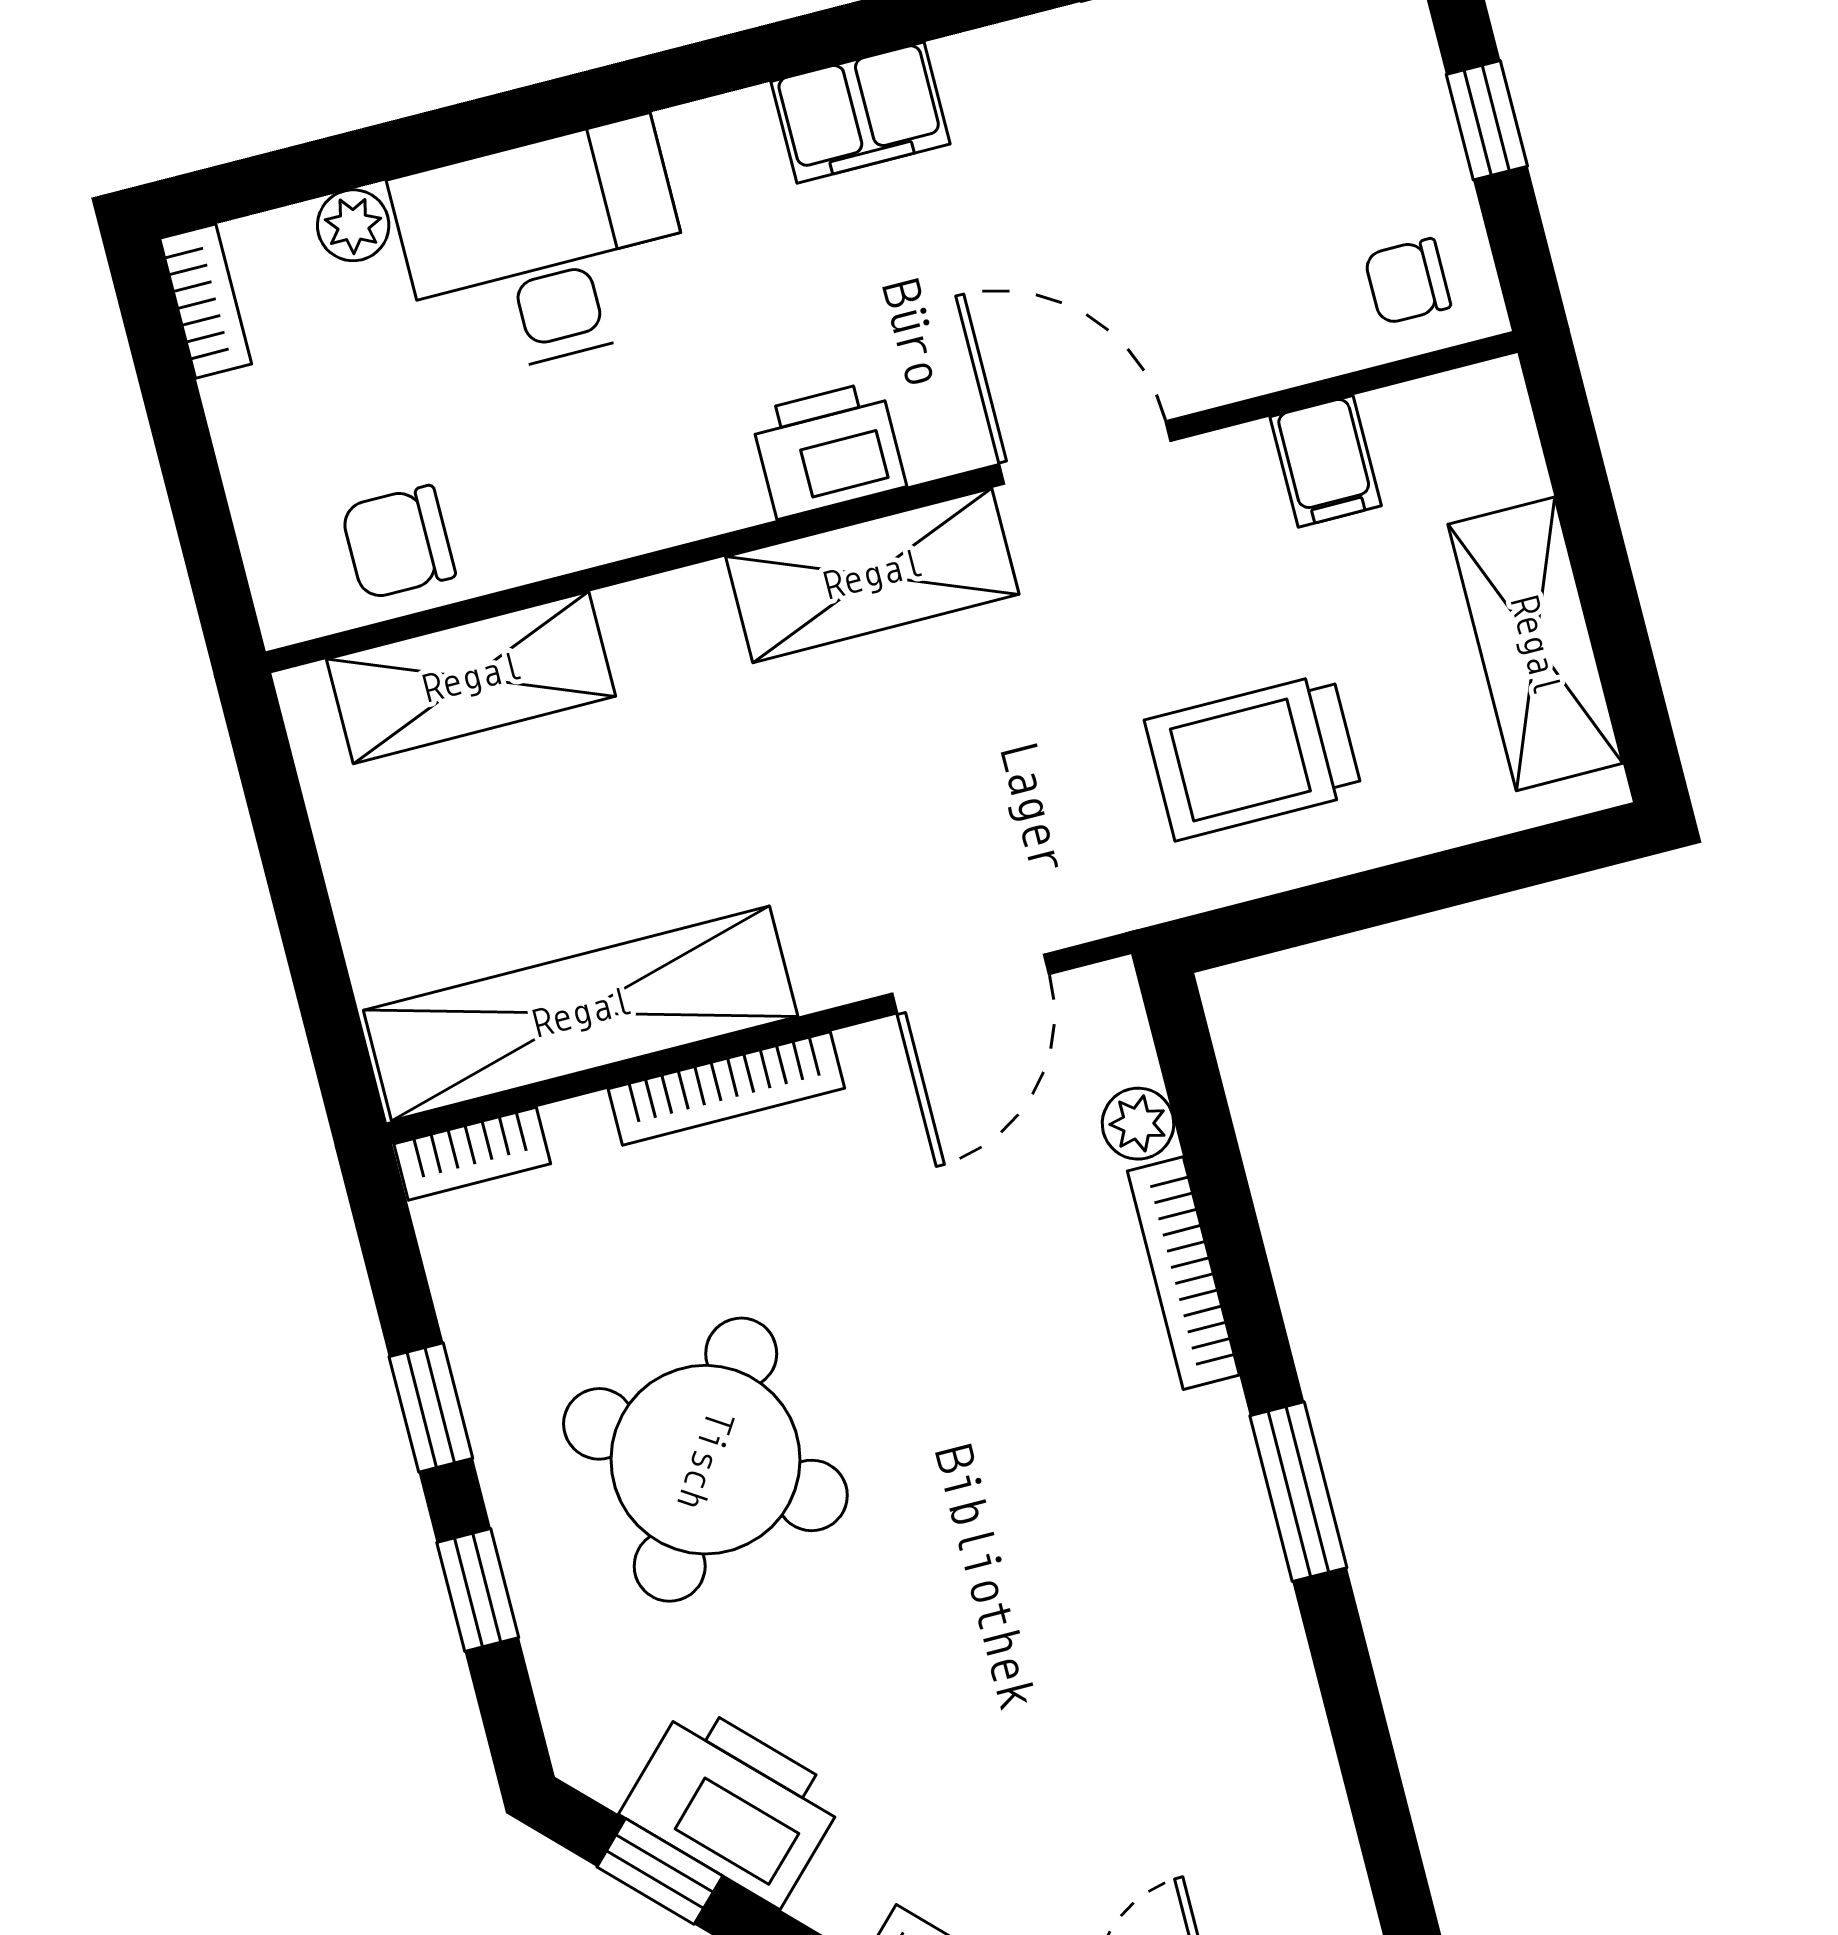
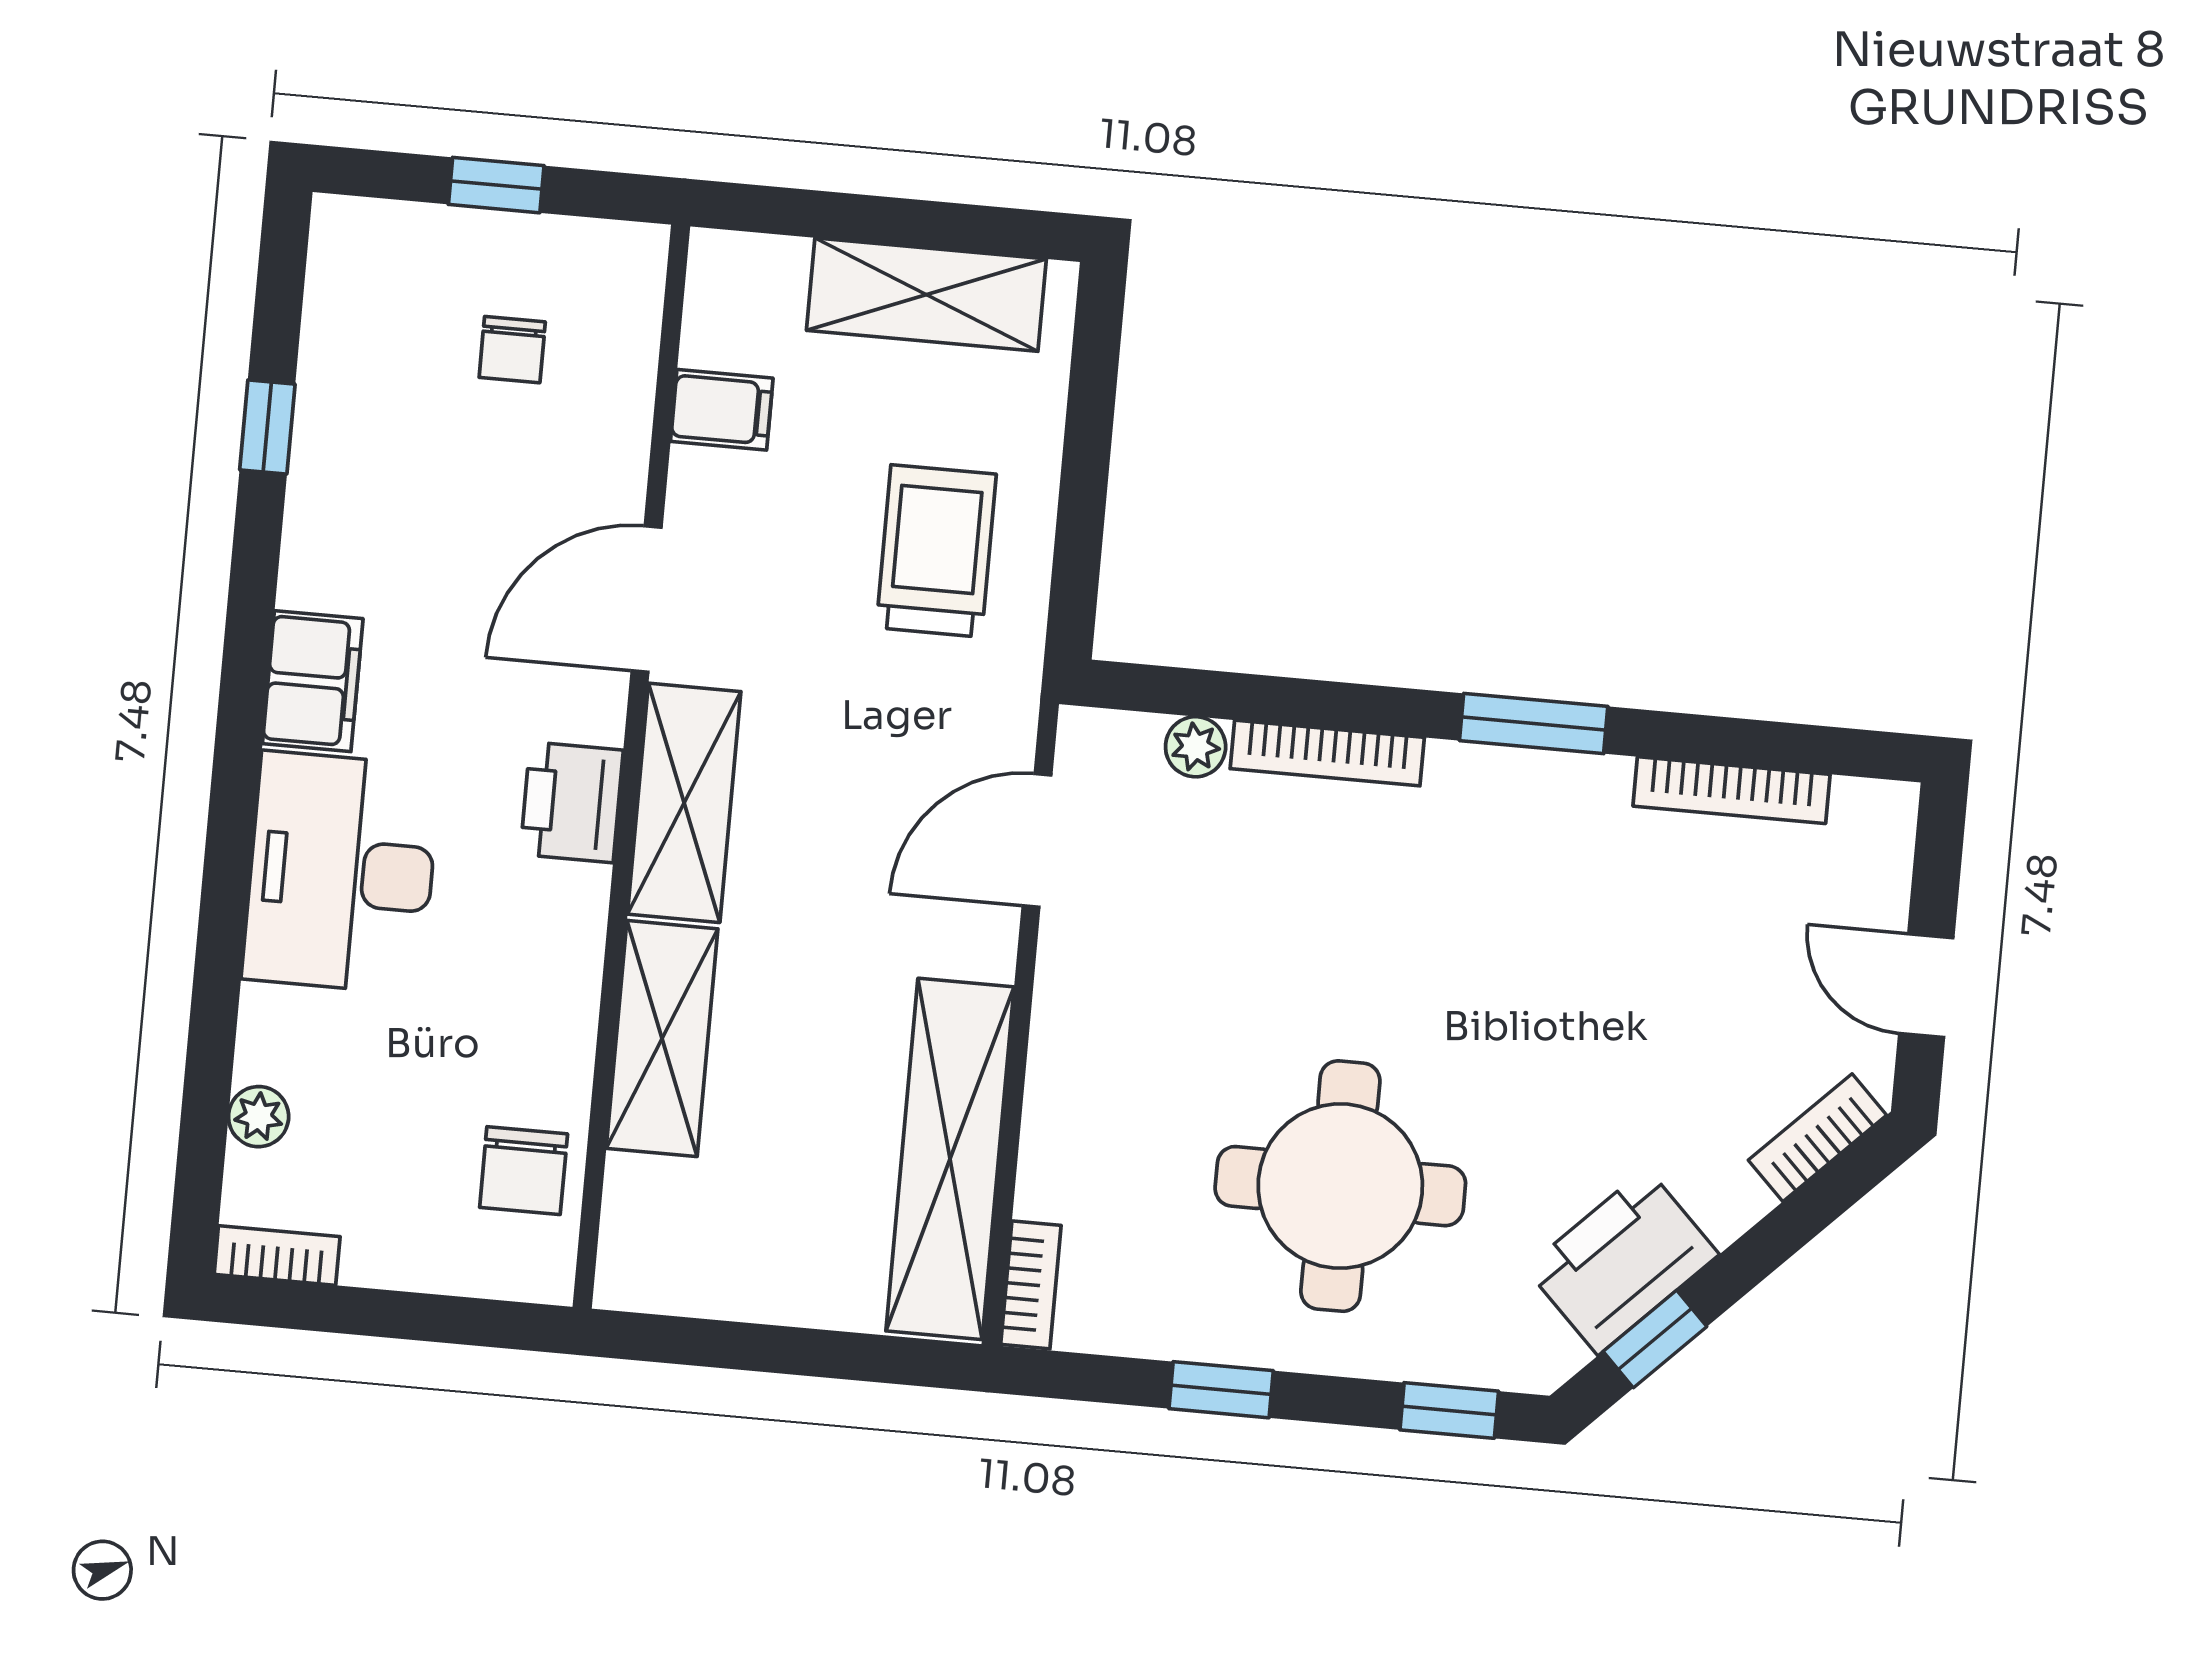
desk: (545, 250) -> (341, 873), moved
chair: (1407, 281) -> (512, 350), moved
shelving: (471, 678) -> (662, 1039), moved
trolley: (1253, 757) -> (936, 551), turned 180
door: (971, 984) -> (1037, 840), swing flipped
bookcase: (726, 1088) -> (1731, 790), moved, turned 90
round table: (705, 1460) -> (1340, 1186), turned -33
window: (478, 1590) -> (1449, 1410), moved

